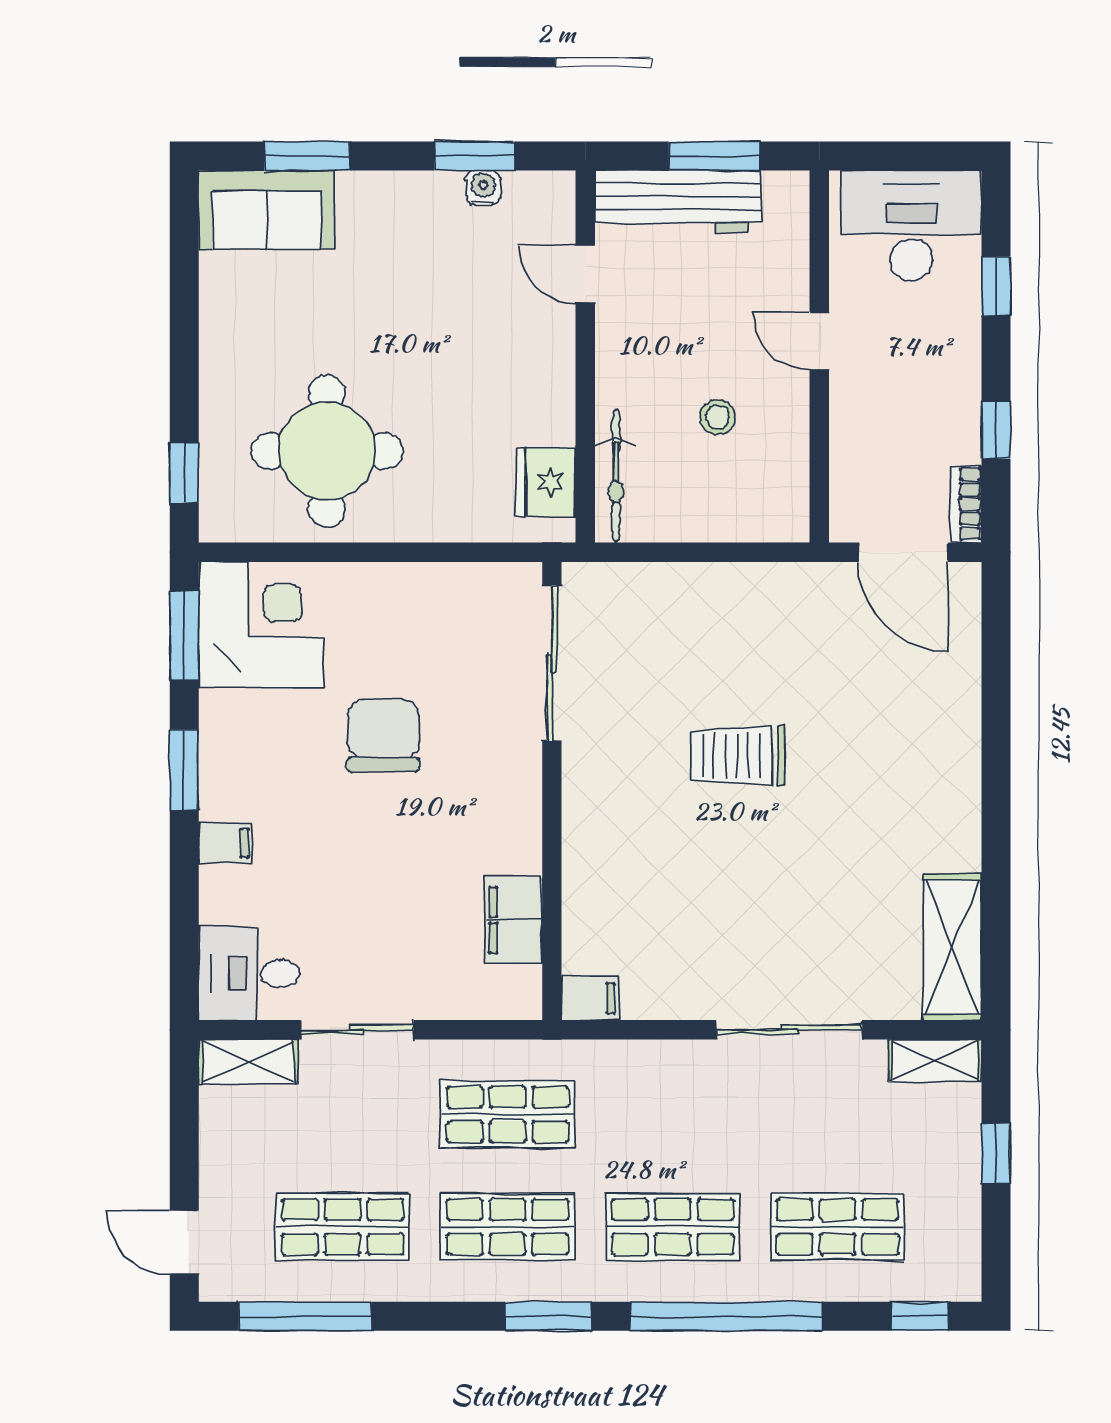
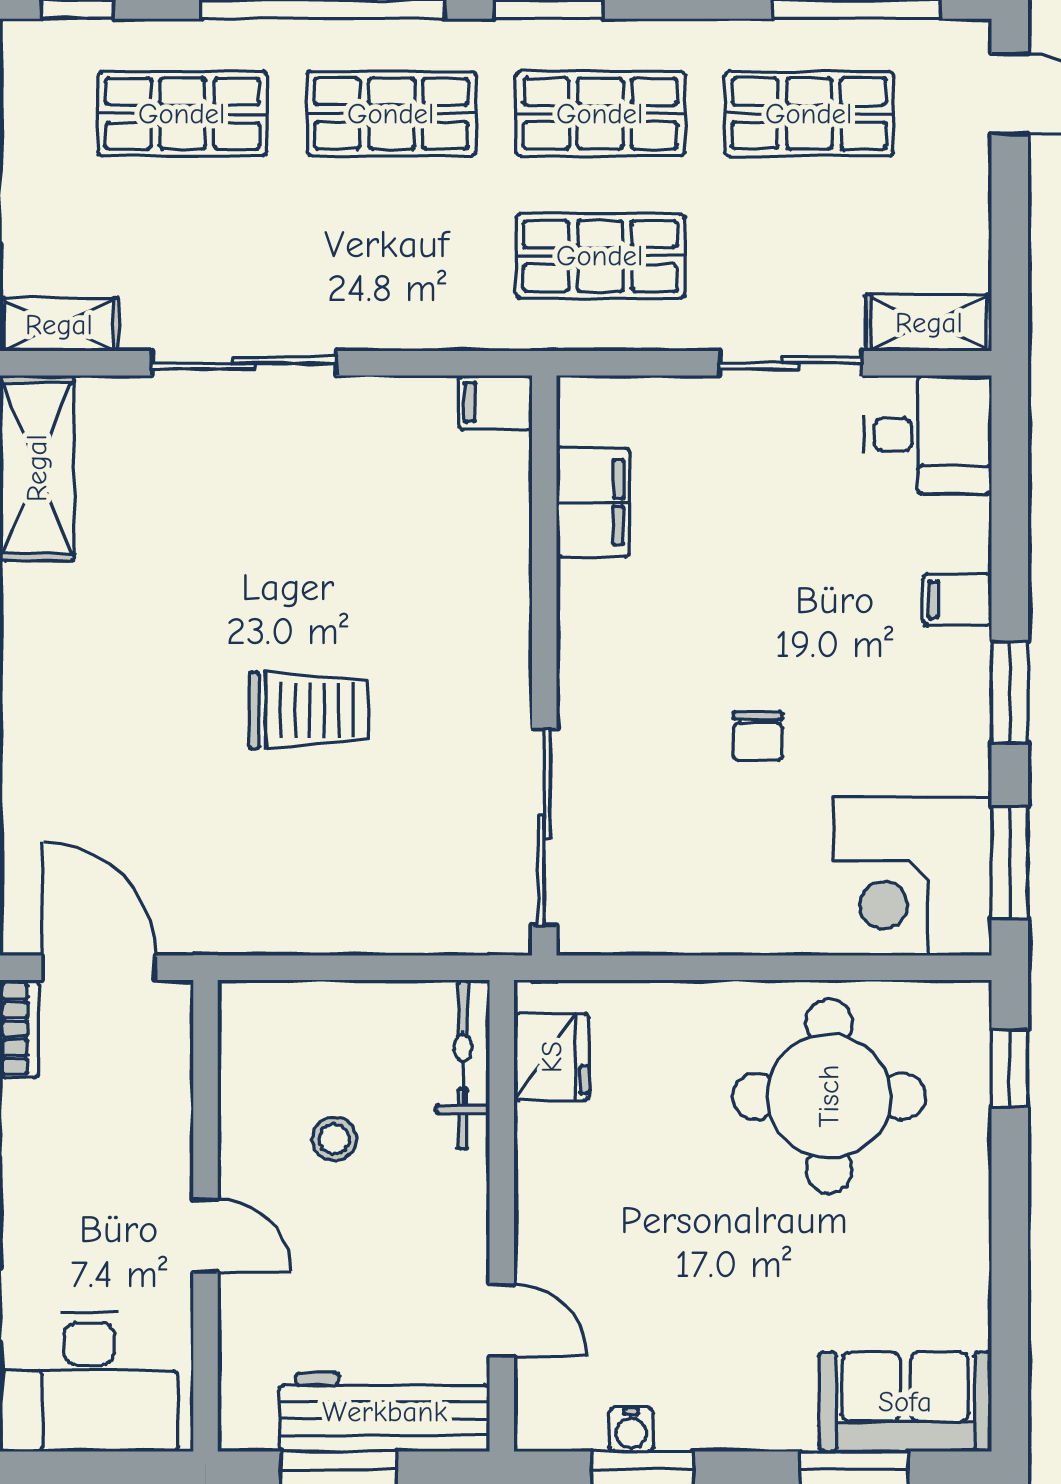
chair: (383, 735) -> (758, 736), width x0.54, depth x0.54

